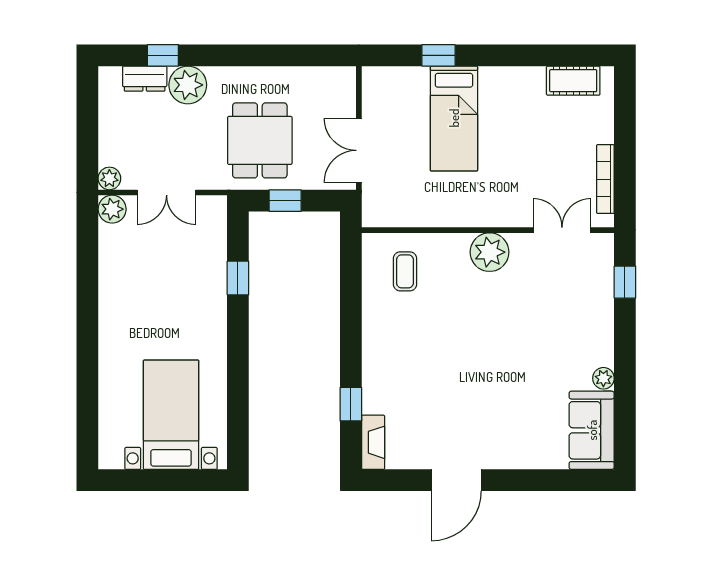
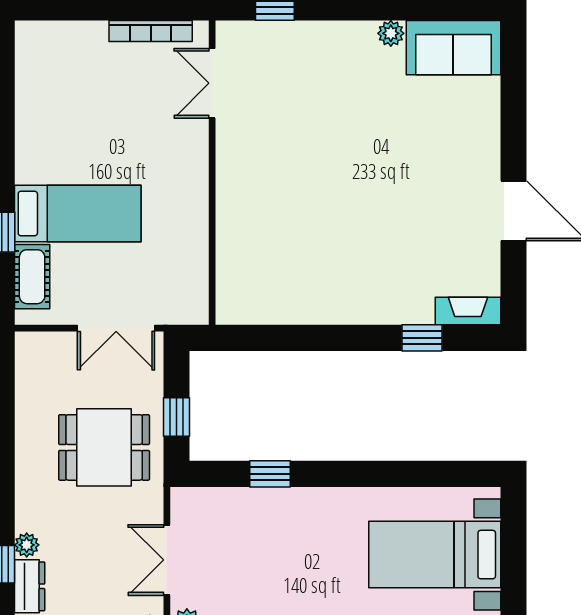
cot: (573, 81) -> (32, 277), moved
plant: (188, 85) -> (27, 545), width x0.53, depth x0.53
double door: (167, 192) -> (167, 560), swing flipped
plant: (490, 252) -> (239, 171), removed
coffee table: (405, 271) -> (262, 273), removed

